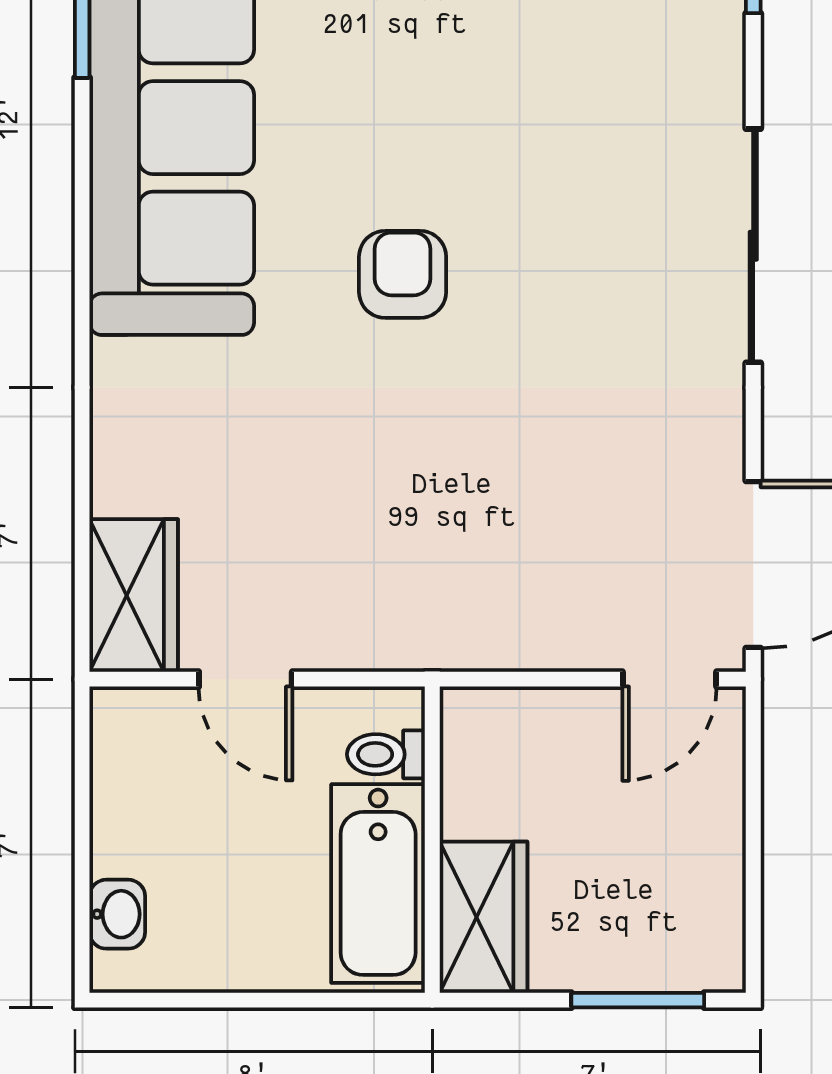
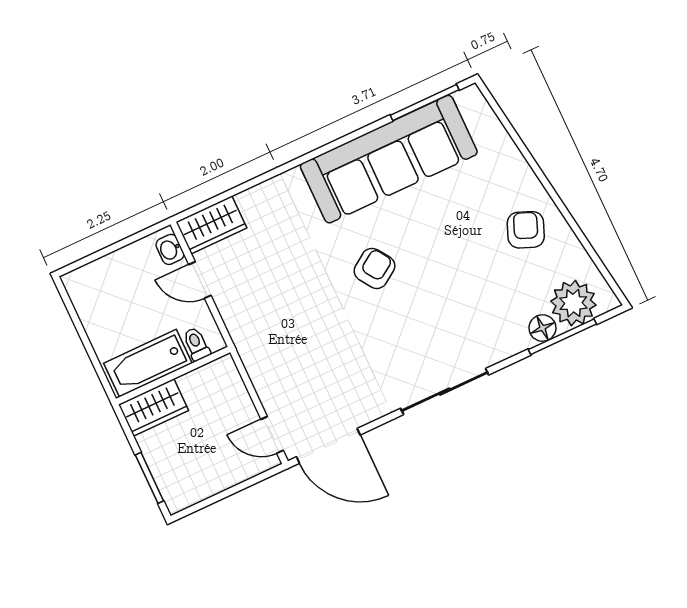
armchair: (403, 274) -> (374, 268), turned -34
door: (245, 679) -> (200, 280), hinge flipped
washbasin: (117, 914) -> (170, 249), moved, turned 90

